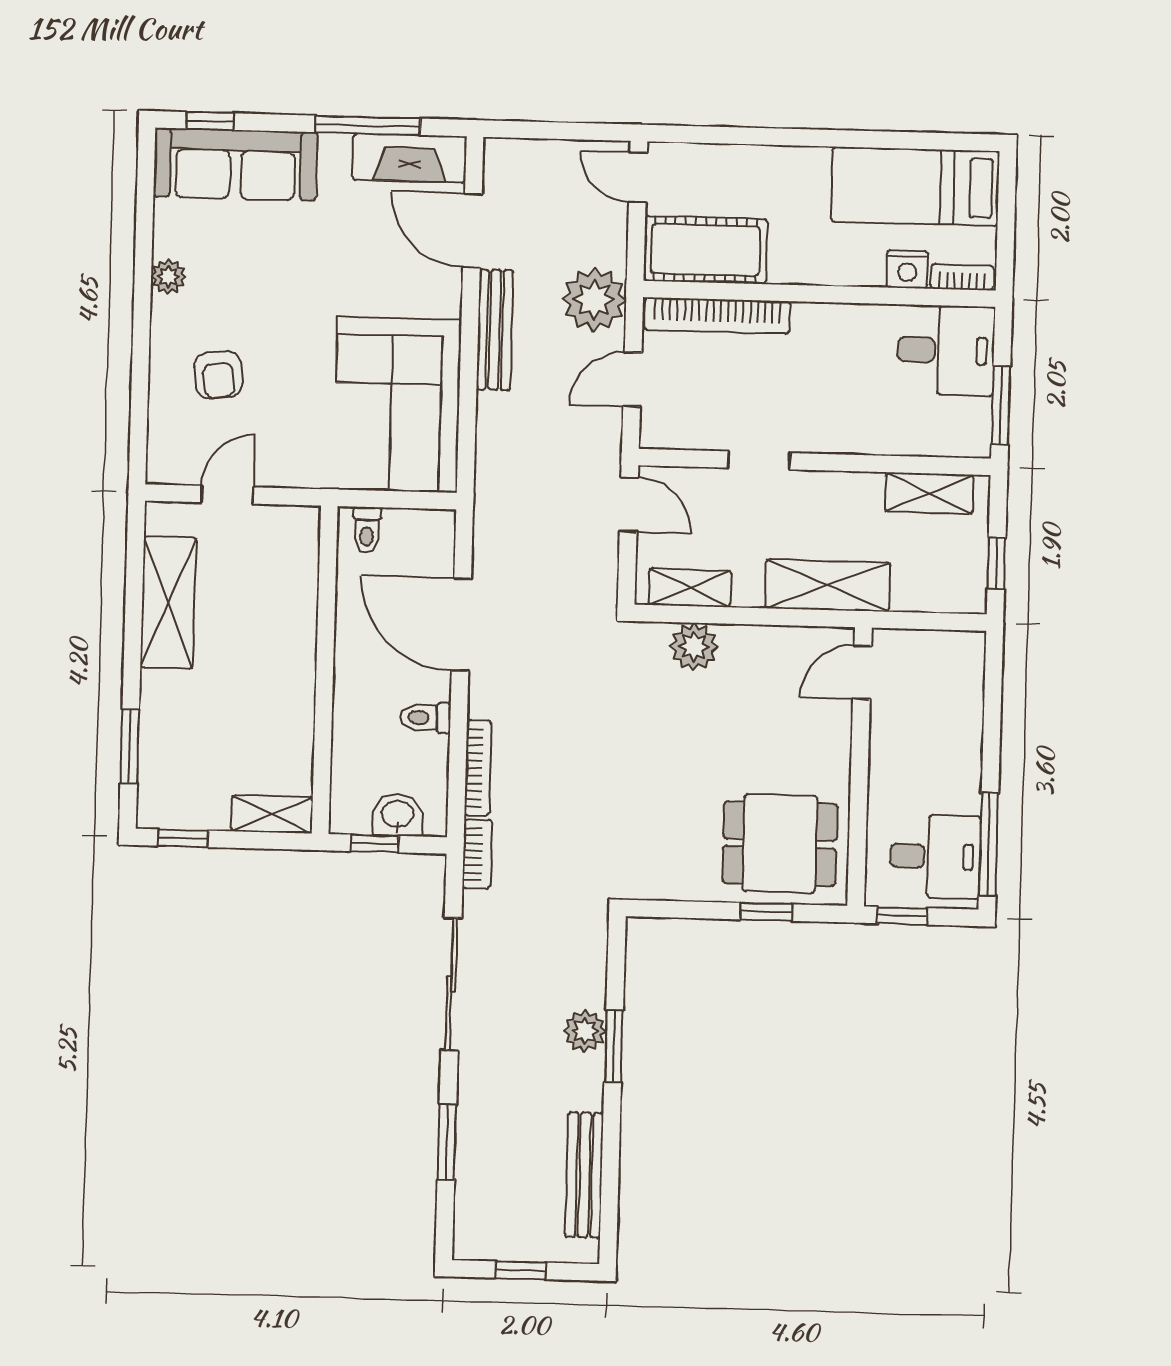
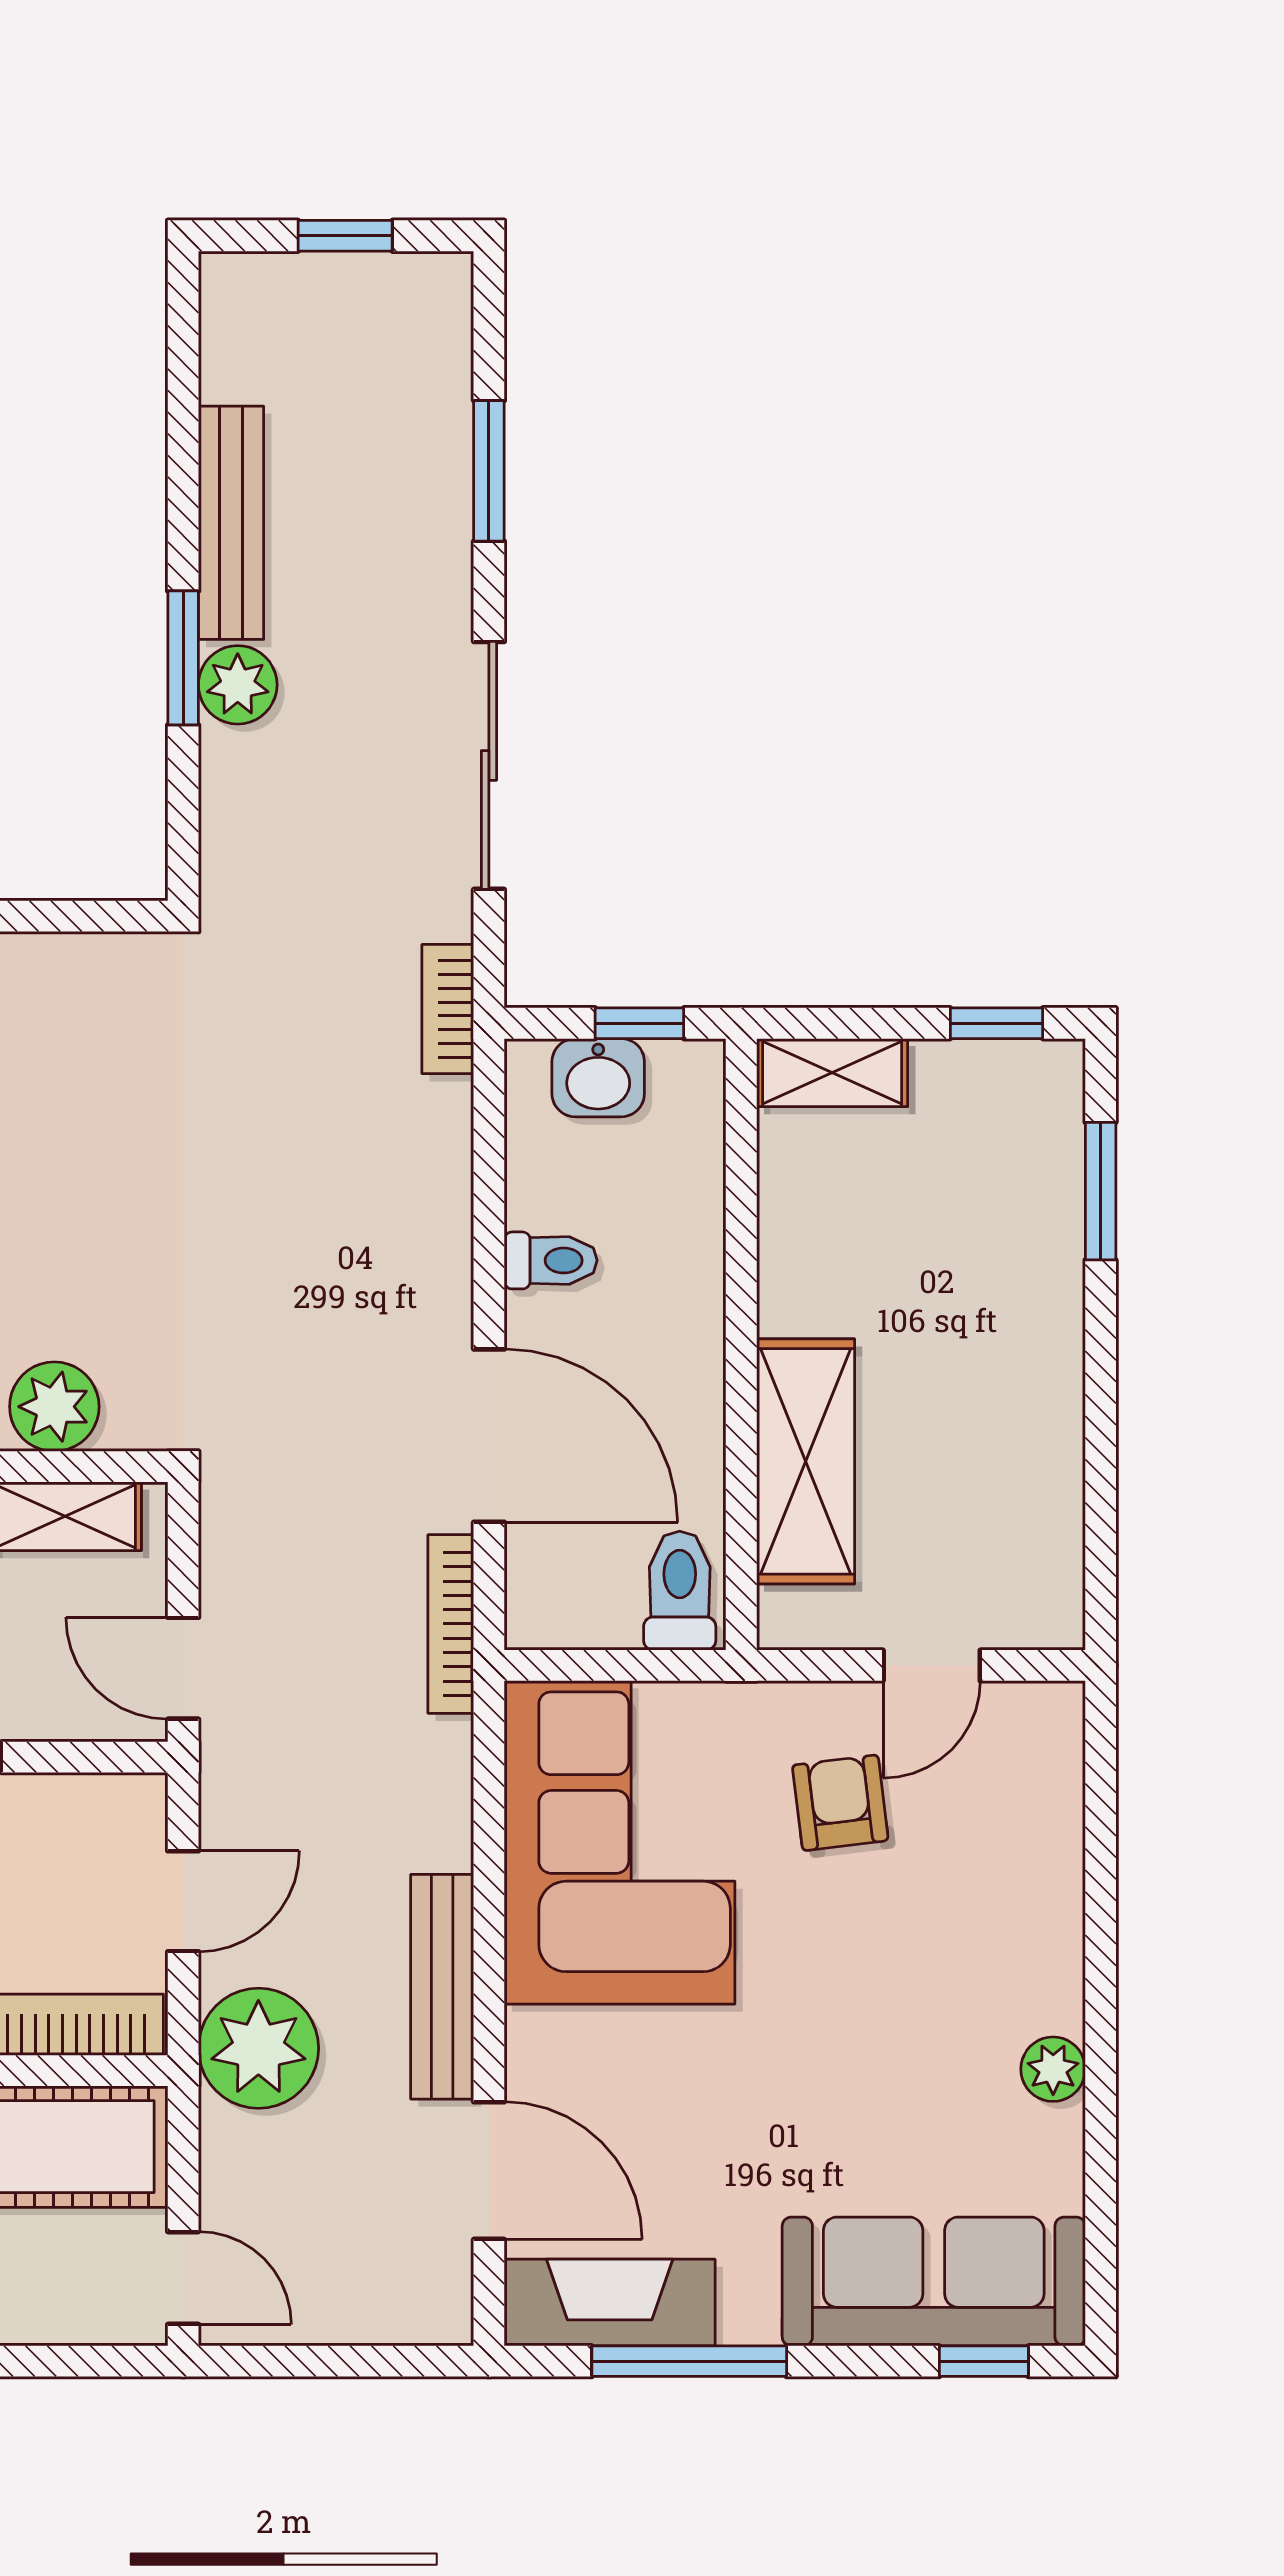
armchair: (218, 375) -> (840, 1803), moved
toilet: (367, 530) -> (680, 1591), width x1.37, depth x1.39
shelving: (168, 602) -> (806, 1461), moved
bookcase: (478, 768) -> (451, 1624), moved
bench: (584, 1175) -> (231, 523), moved

